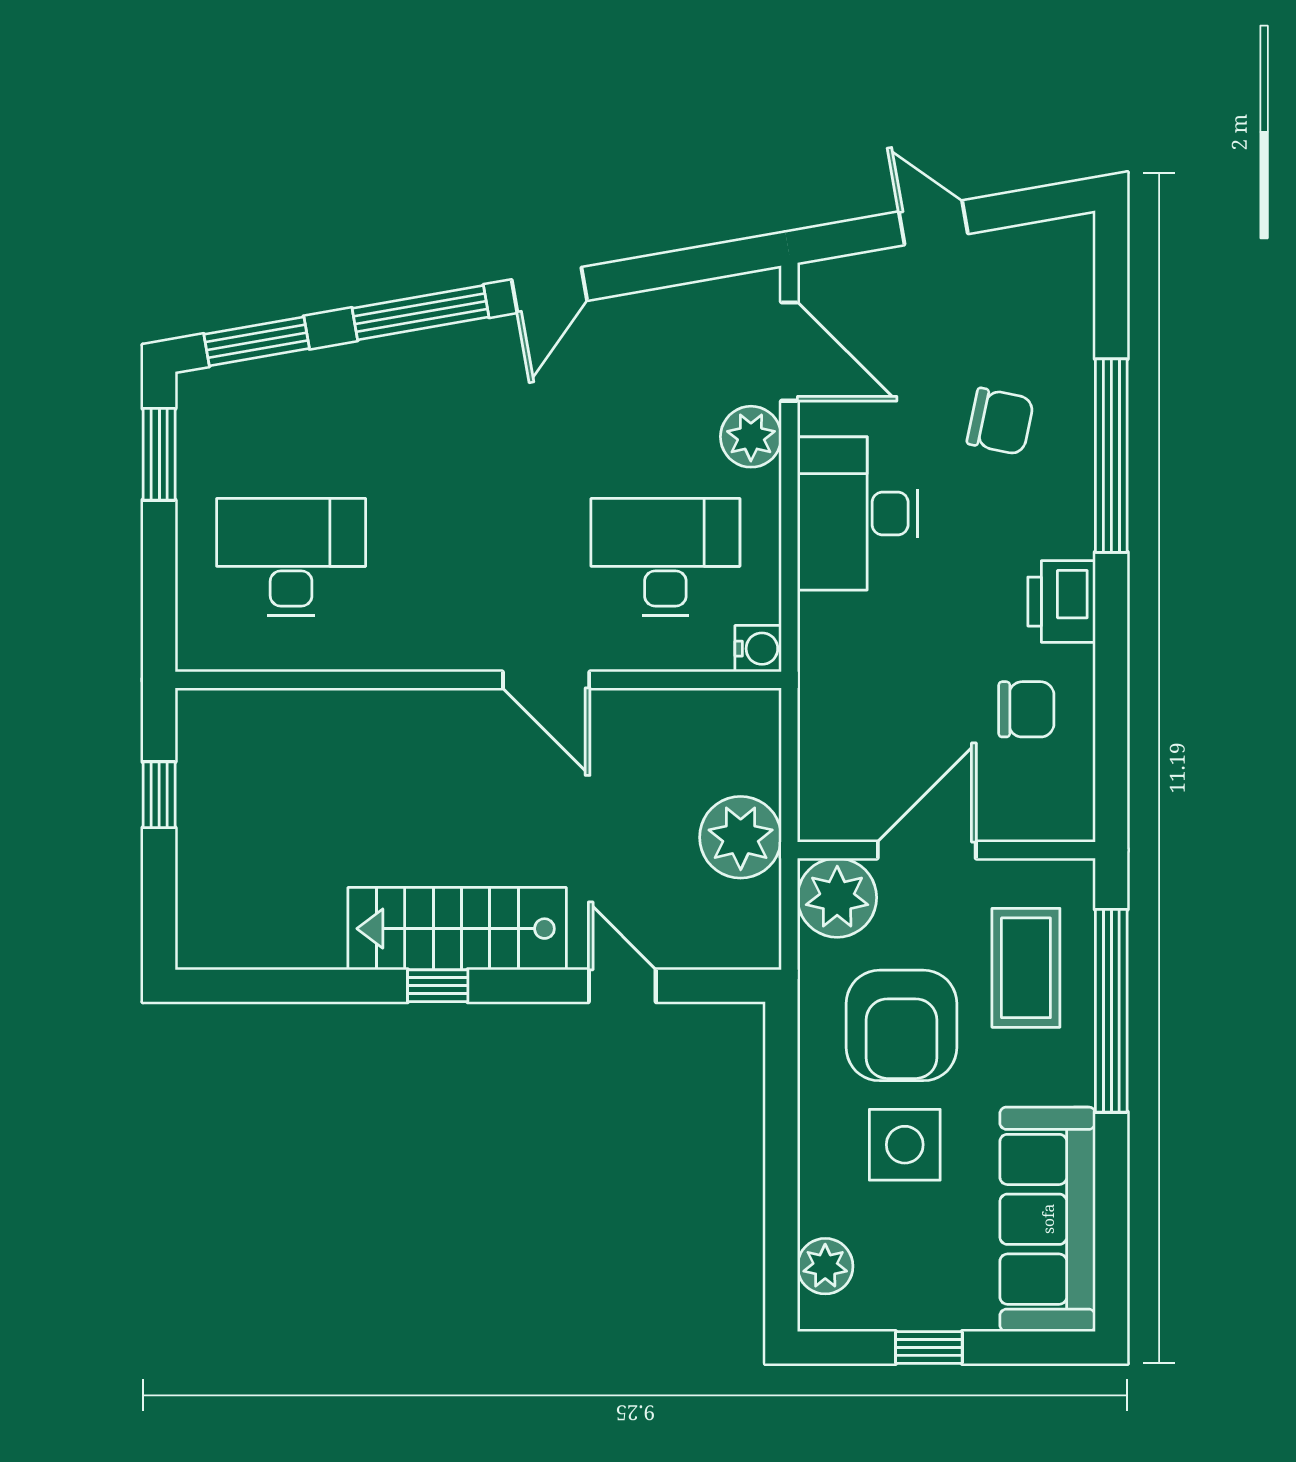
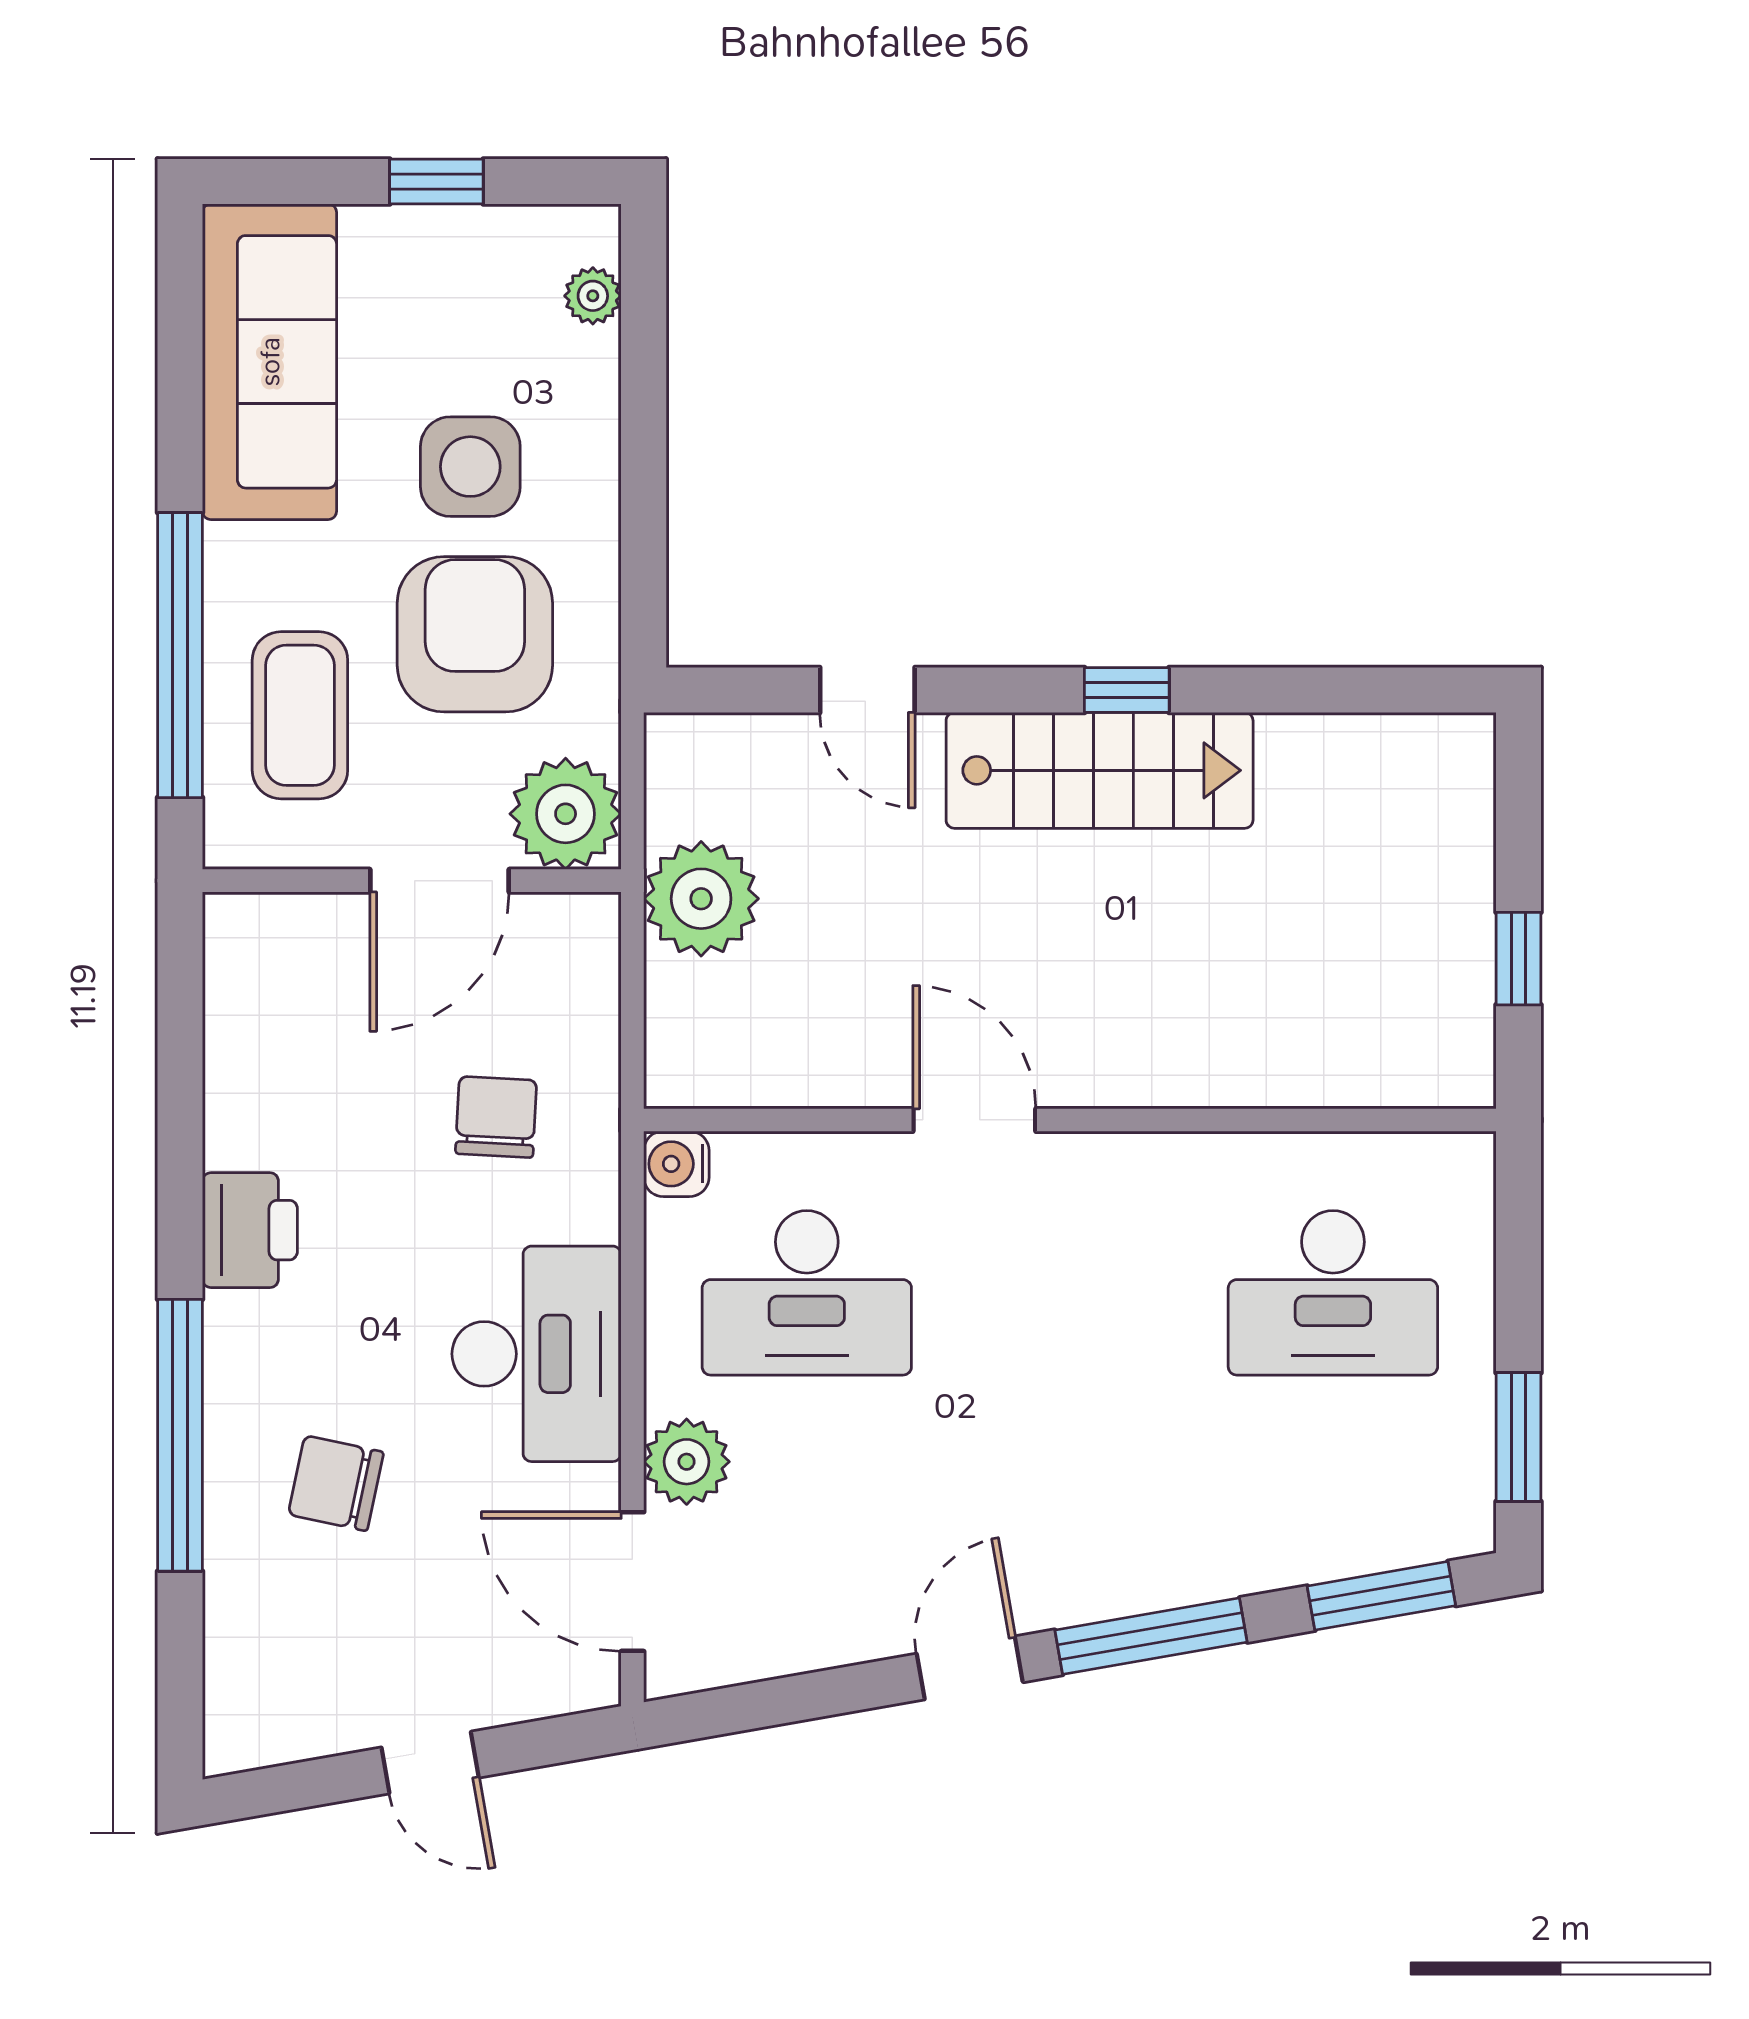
chair: (1026, 709) -> (496, 1117), moved, turned 93
plant: (825, 1266) -> (593, 296), width x0.73, depth x0.73

